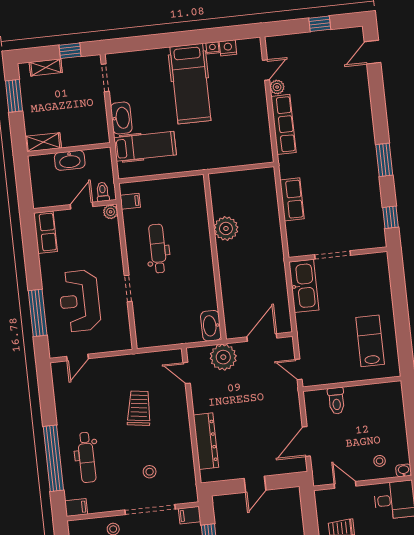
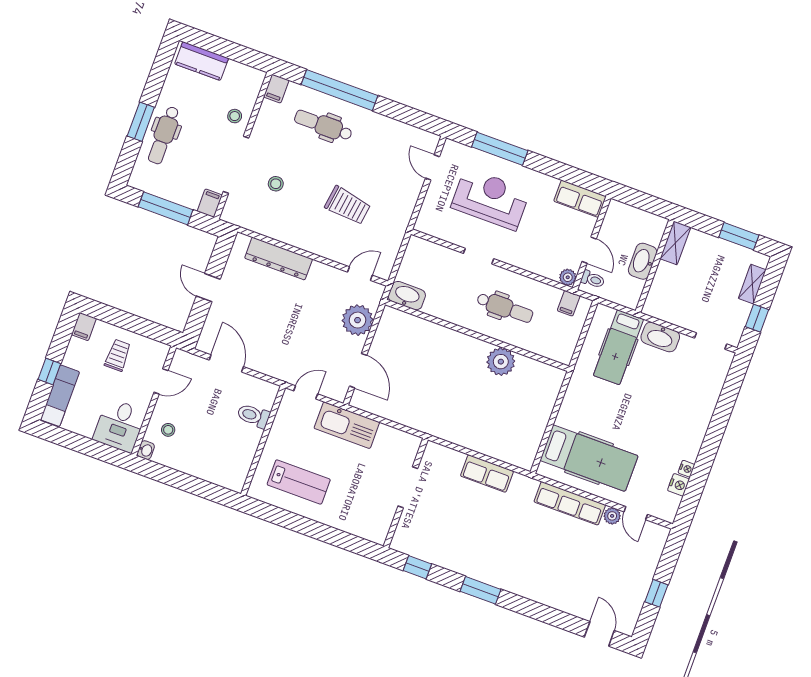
hospital bed: (190, 84) -> (589, 458), moved, turned 180
plant: (226, 228) -> (501, 362), moved
wall: (215, 257) -> (477, 335), moved
kitchen sink: (304, 286) -> (347, 425), moved
washbasin: (211, 326) -> (407, 296), moved

